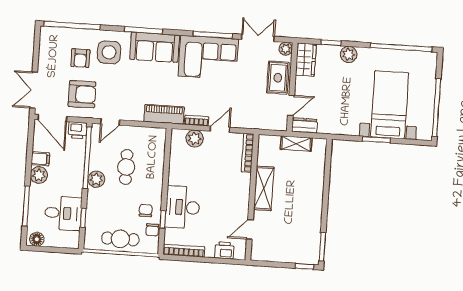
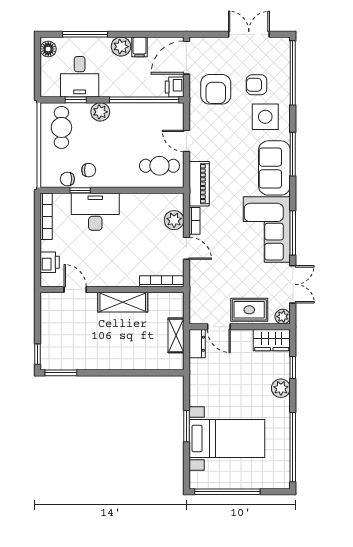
double door: (34, 90) -> (249, 34), moved
door: (110, 122) -> (186, 141), moved
cafe table: (126, 167) -> (159, 166), moved
plant: (96, 179) -> (100, 112), moved
cafe table: (120, 239) -> (61, 127), moved

